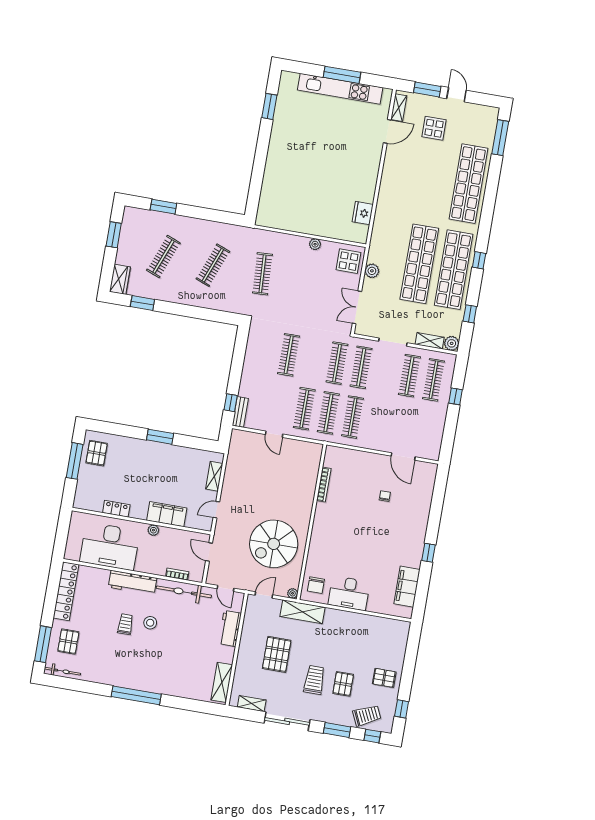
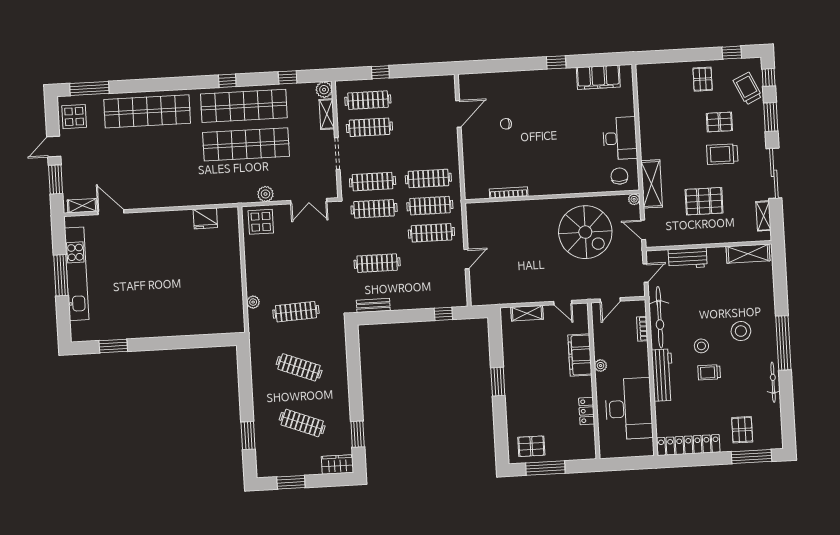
display table: (434, 128) -> (74, 117), moved
plant: (315, 244) -> (253, 302), moved
bench: (240, 412) -> (373, 305), moved
chair: (316, 585) -> (619, 176), turned -90
pallet: (68, 642) -> (742, 430), turned 90
stool: (155, 660) -> (741, 331), added
bicycle: (62, 671) -> (773, 382), moved

